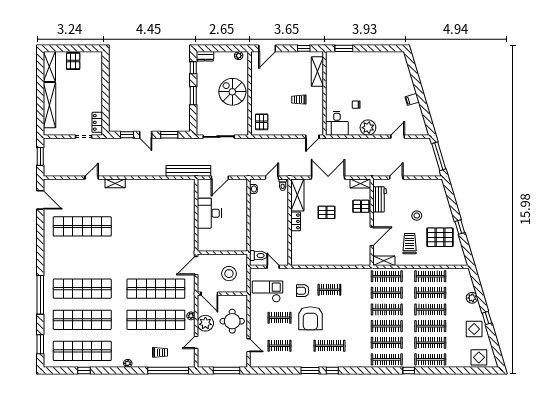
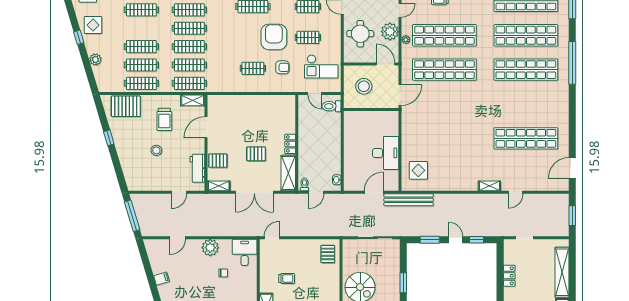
locker: (97, 122) -> (509, 276), moved
display table: (179, 198) -> (418, 170), added
door: (40, 200) -> (572, 168), hinge flipped
pallet: (440, 237) -> (126, 106), moved
clothes rail: (430, 326) -> (141, 28), removed

